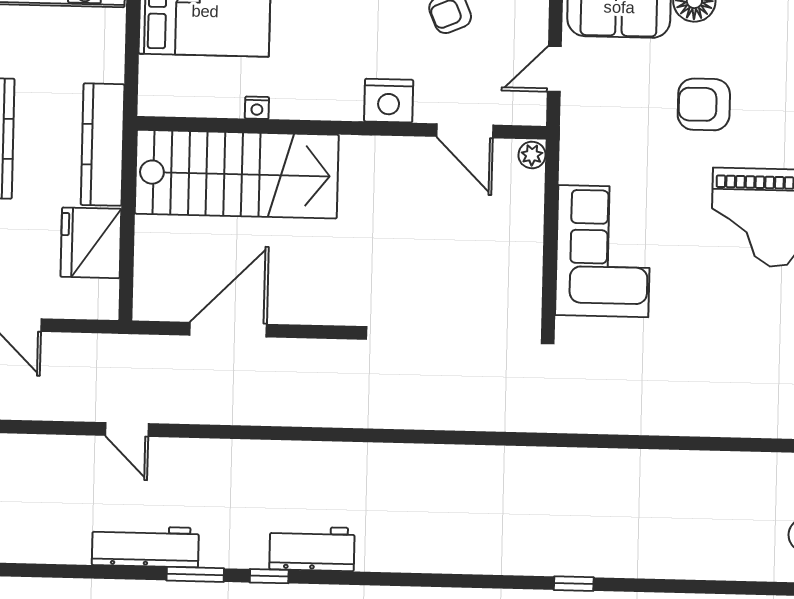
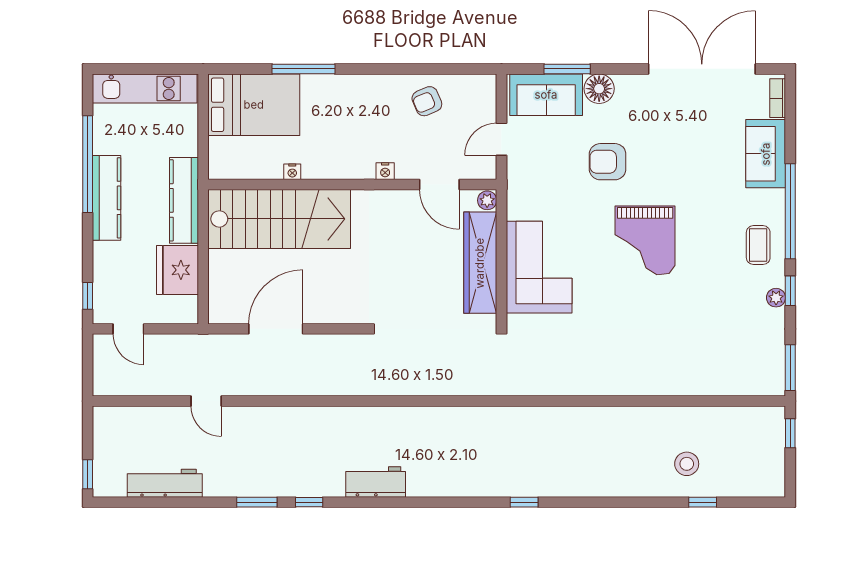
nightstand: (389, 101) -> (385, 171), width x0.53, depth x0.56
wardrobe: (520, 243) -> (480, 263), added
workbench: (145, 546) -> (165, 483), moved
workbench: (312, 549) -> (376, 482), moved

